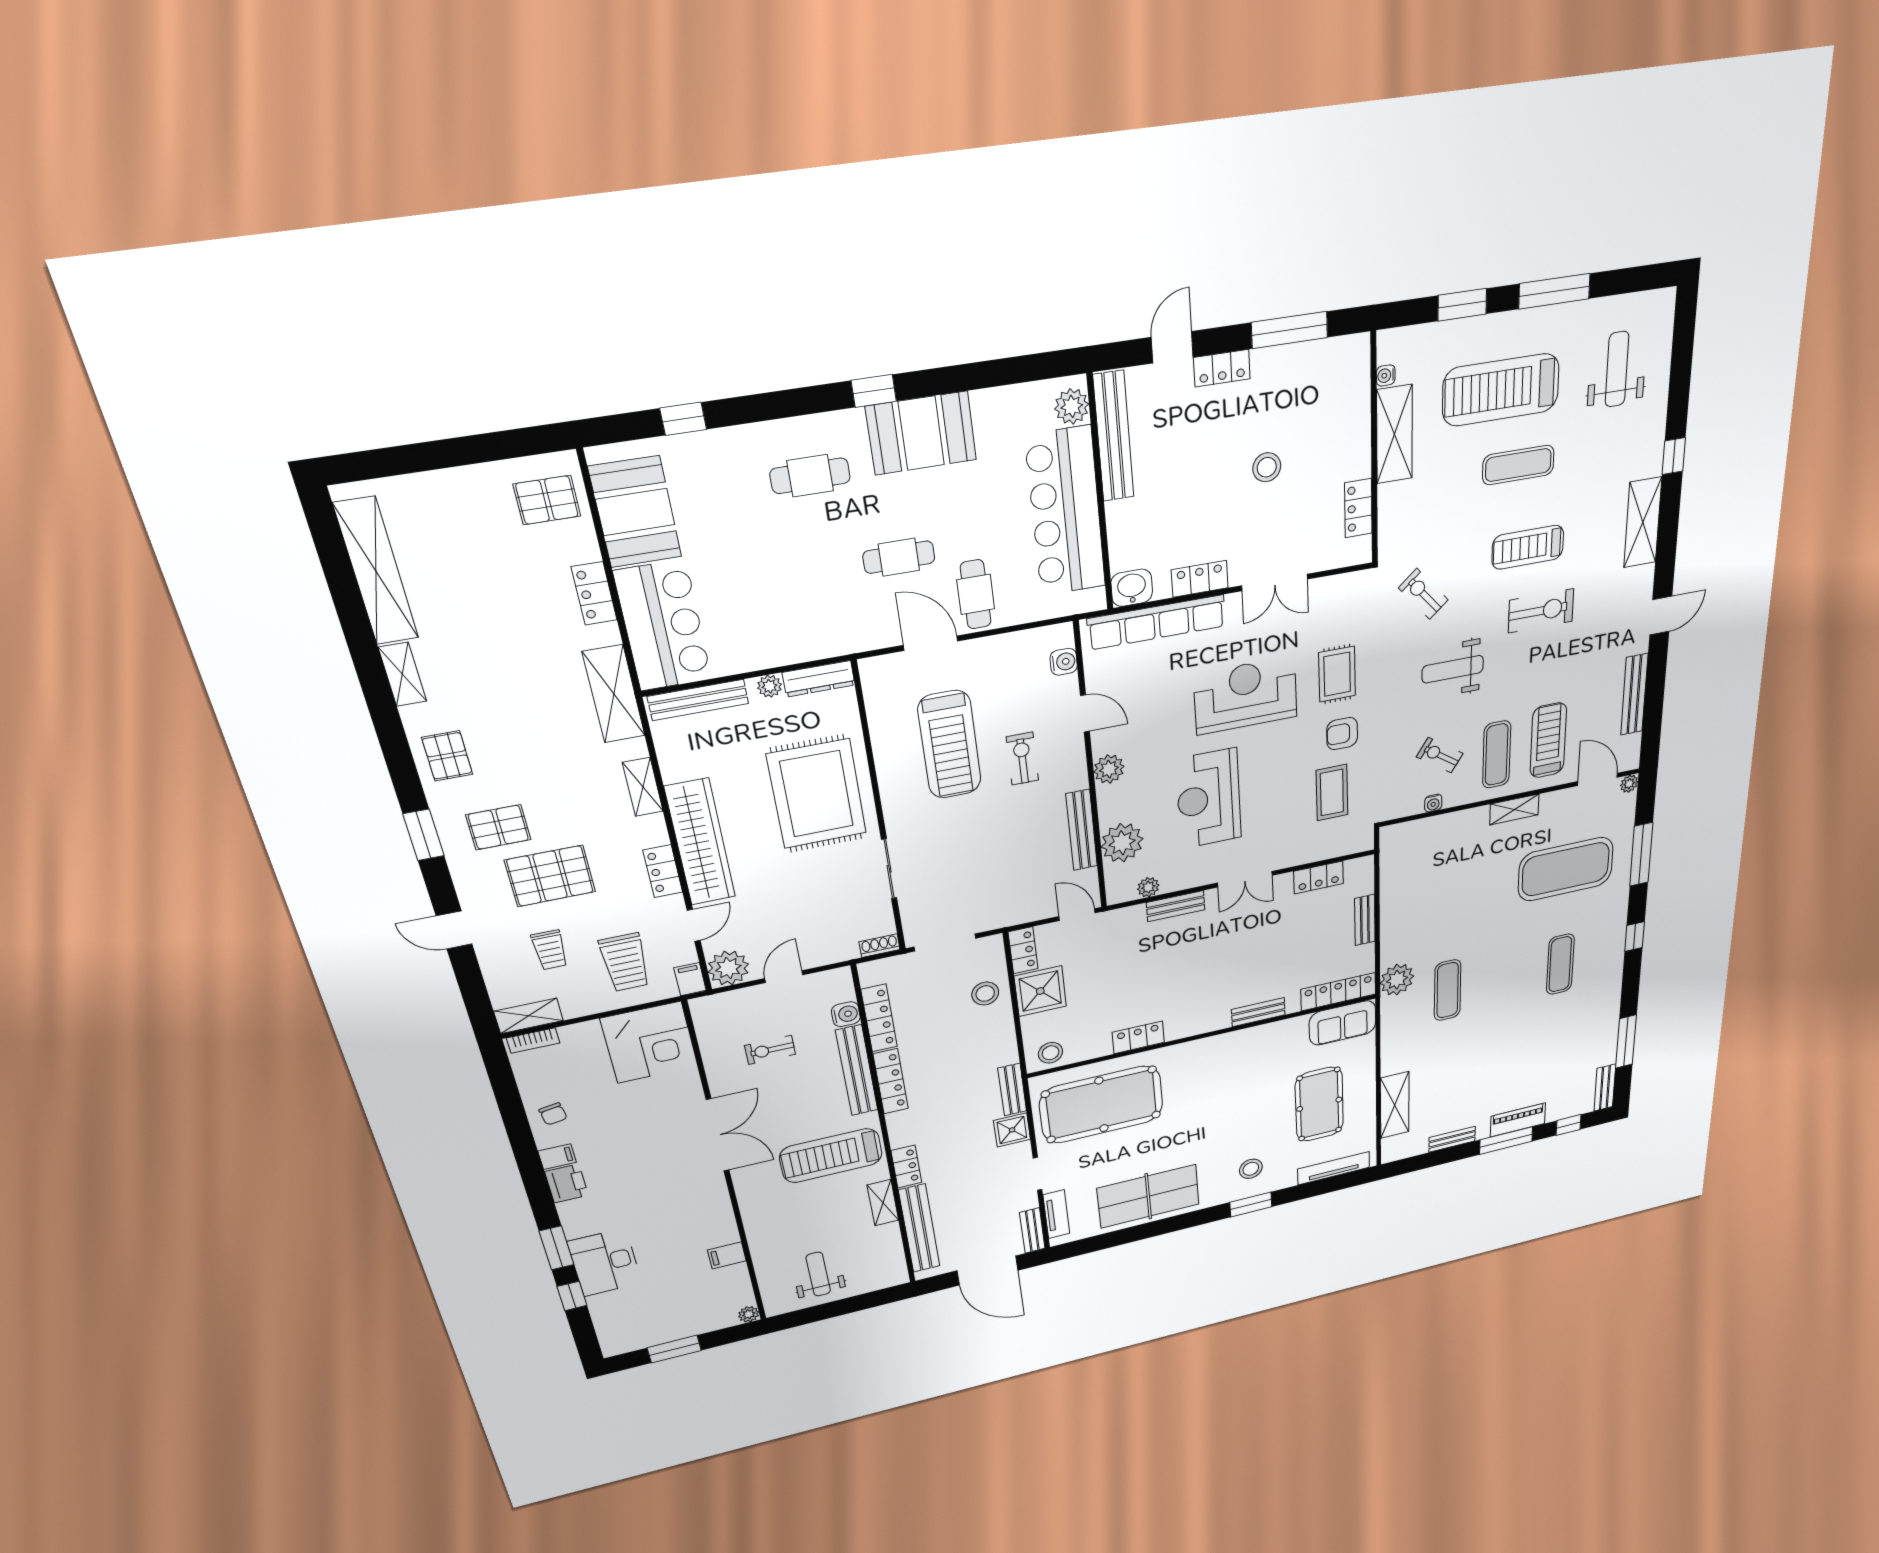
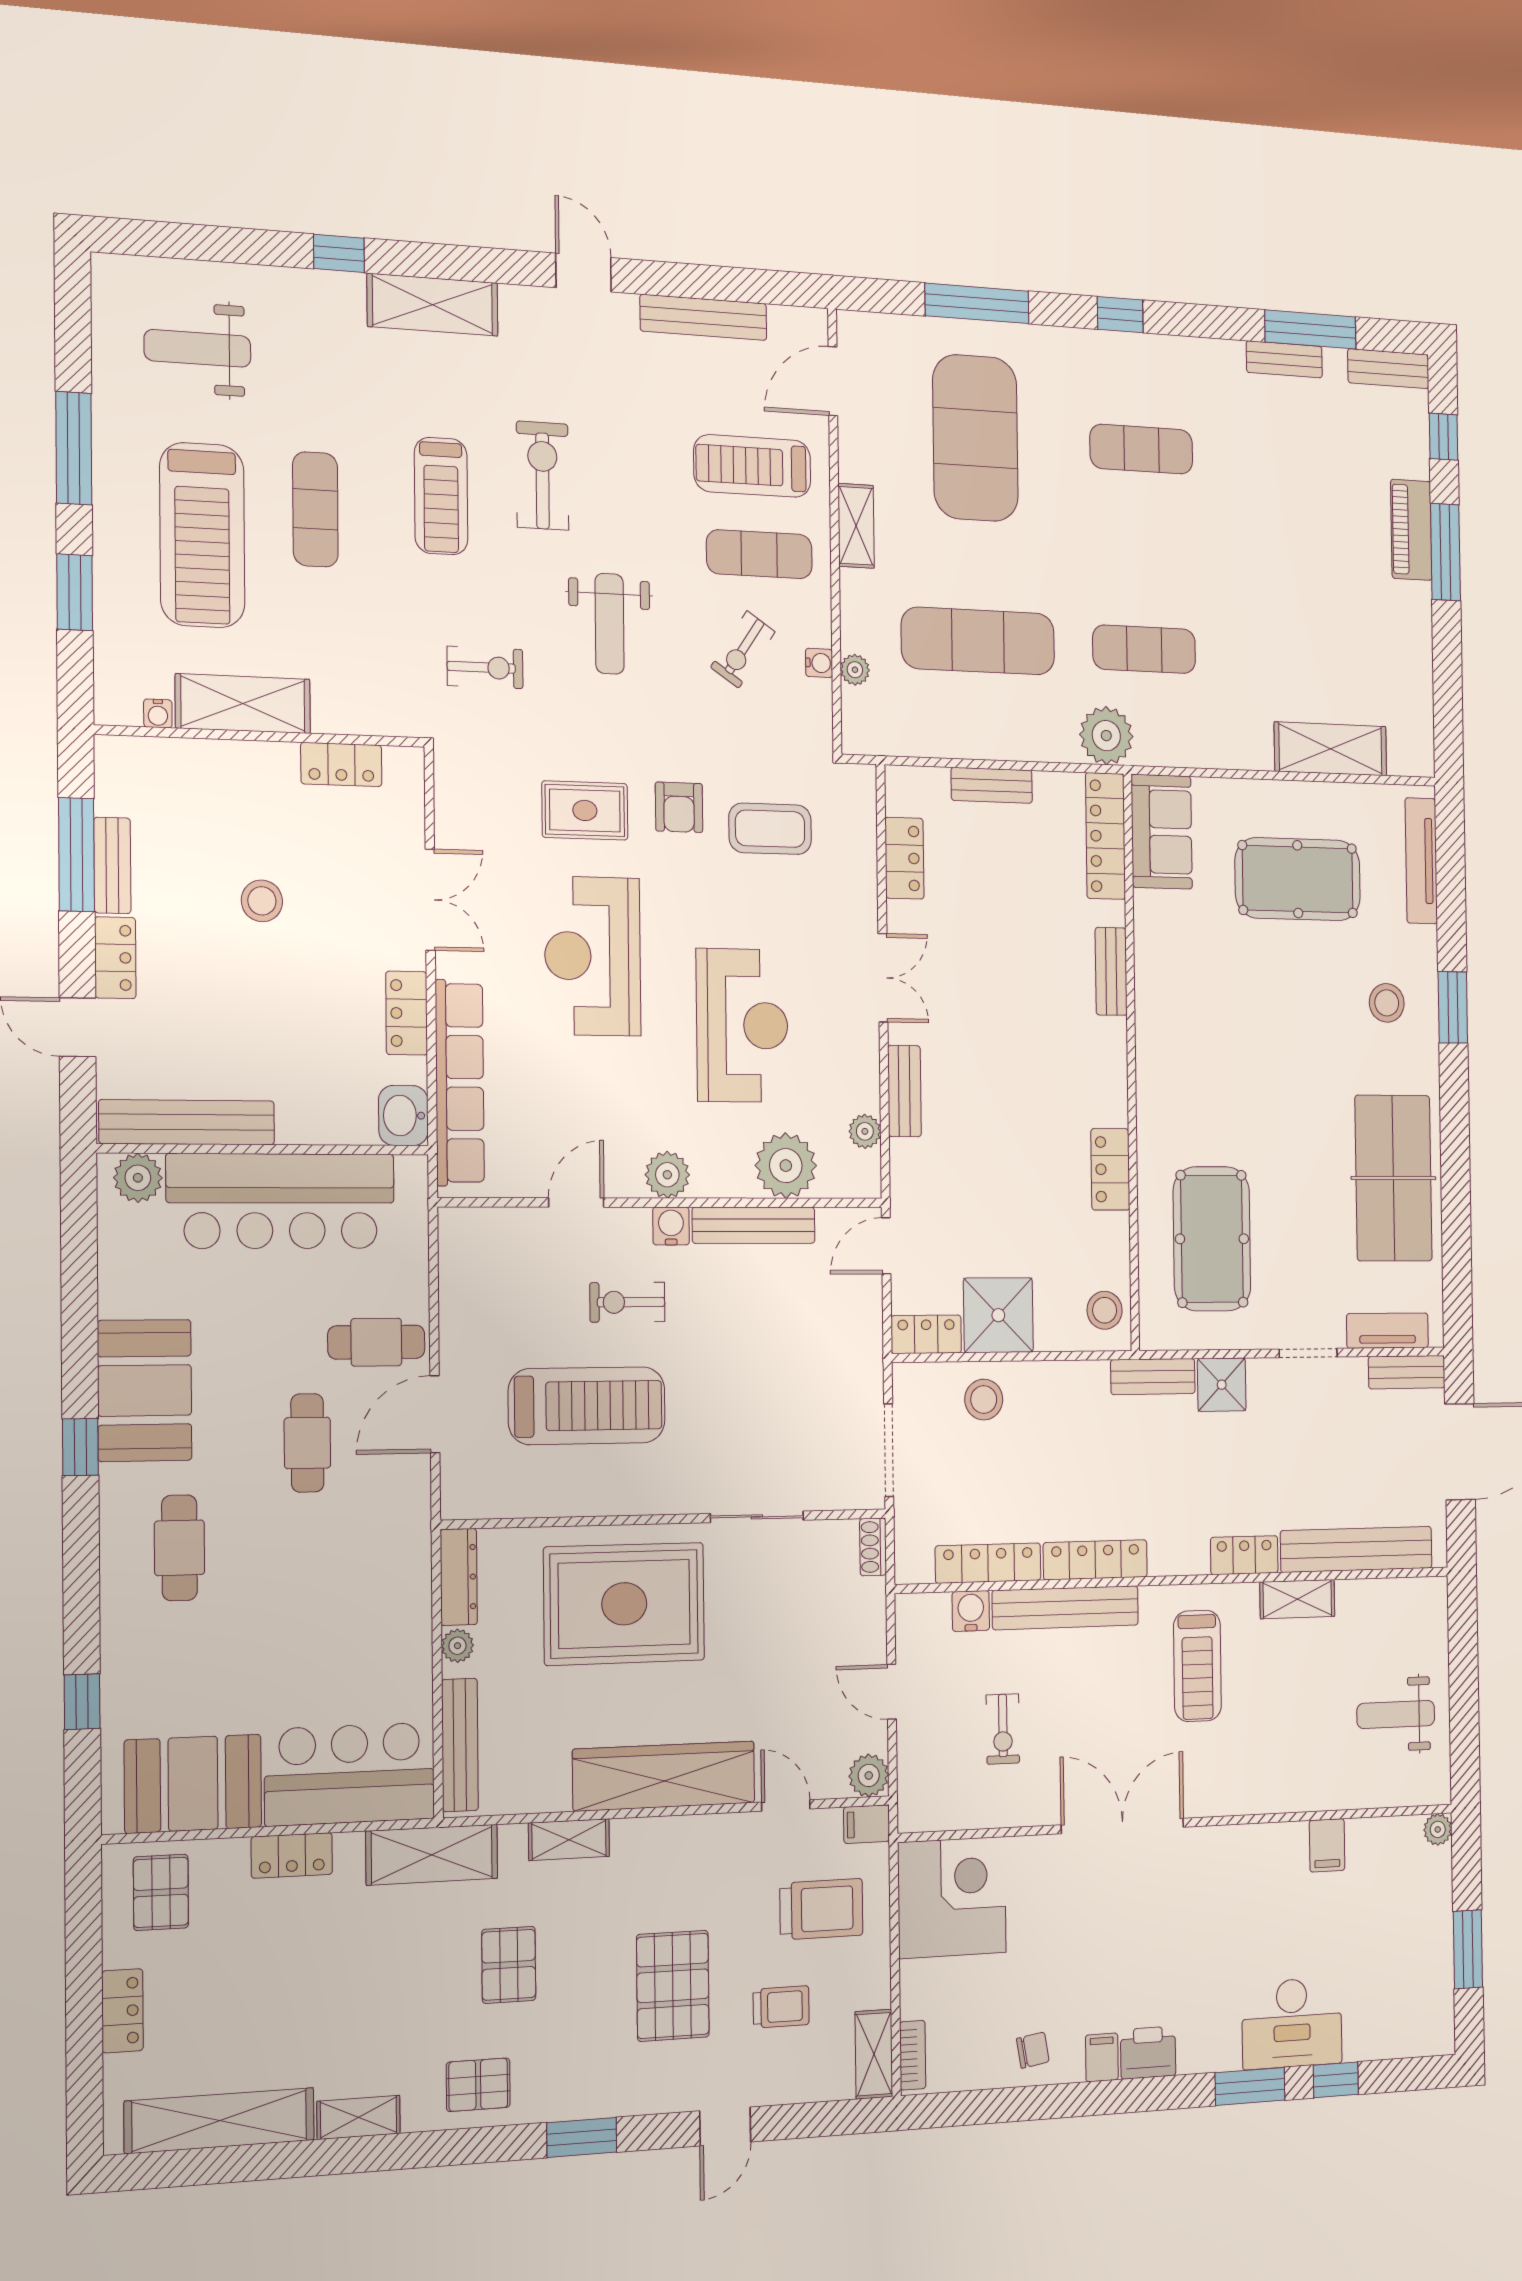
bench: (1284, 357) -> (112, 865), added
exercise bike: (1423, 594) -> (485, 667), turned -139
water cooler: (1064, 662) -> (671, 1226), moved
plant: (1629, 784) -> (855, 670), moved
reception desk: (1209, 799) -> (742, 1025), turned -90
pallet: (498, 827) -> (509, 1965), moved
locker: (663, 871) -> (122, 2011), moved, turned -90
exercise mat: (1449, 895) -> (978, 641), added
plant: (728, 968) -> (869, 1775), width x0.73, depth x0.73
pool table: (1101, 1105) -> (1212, 1239), width x0.73, depth x0.76
bench: (1452, 1139) -> (1284, 359), moved, turned 90
treadmill: (831, 1156) -> (1197, 1666), width x0.73, depth x0.73

